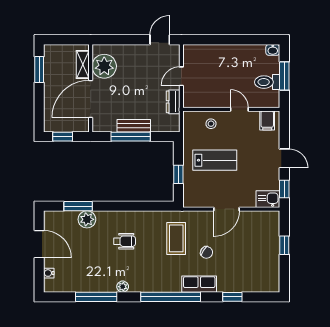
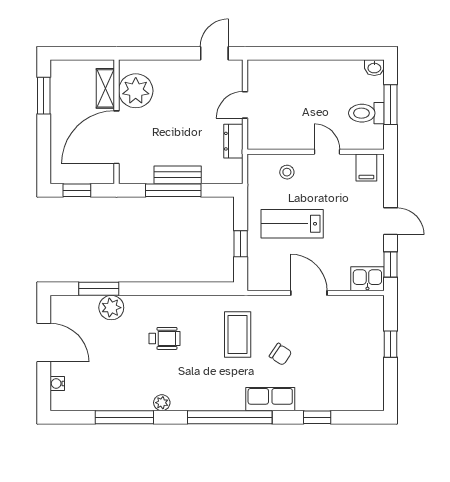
lab bench: (215, 160) -> (292, 224), turned 180
door: (227, 209) -> (309, 293), swing flipped

